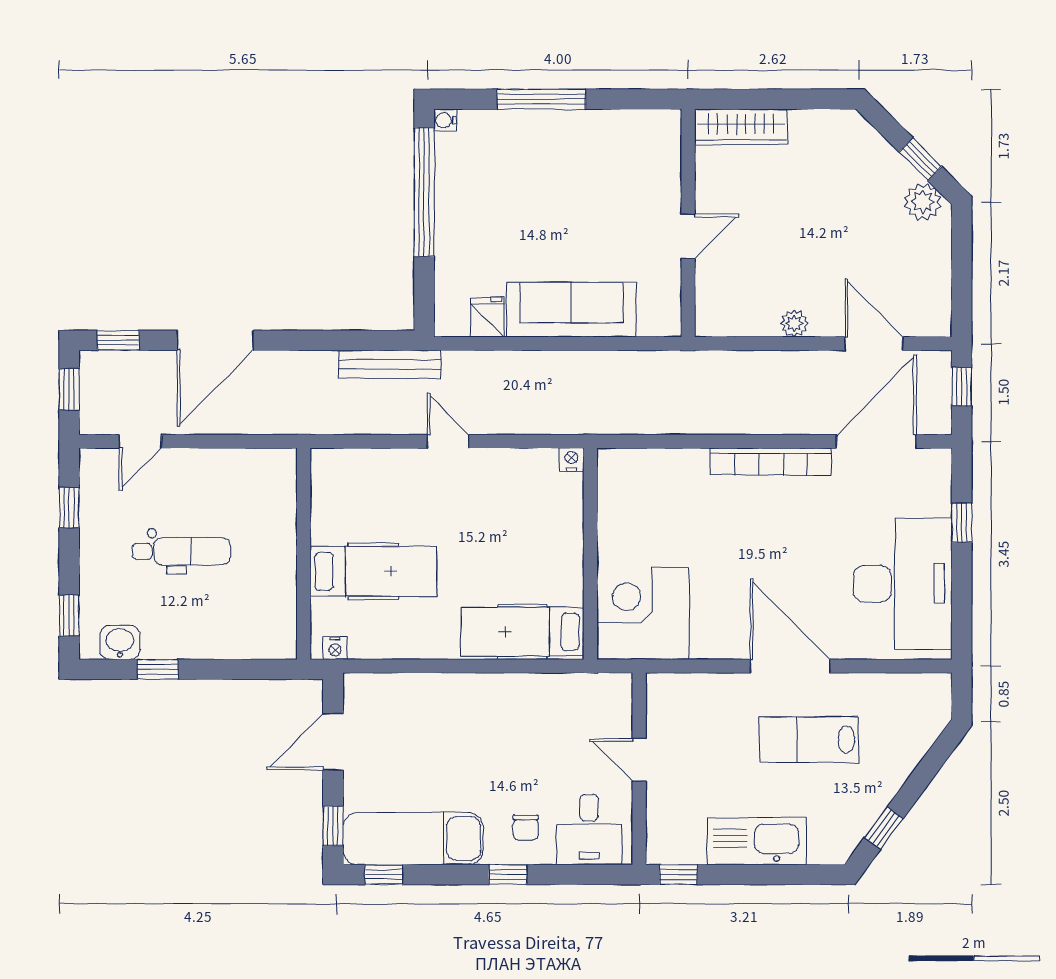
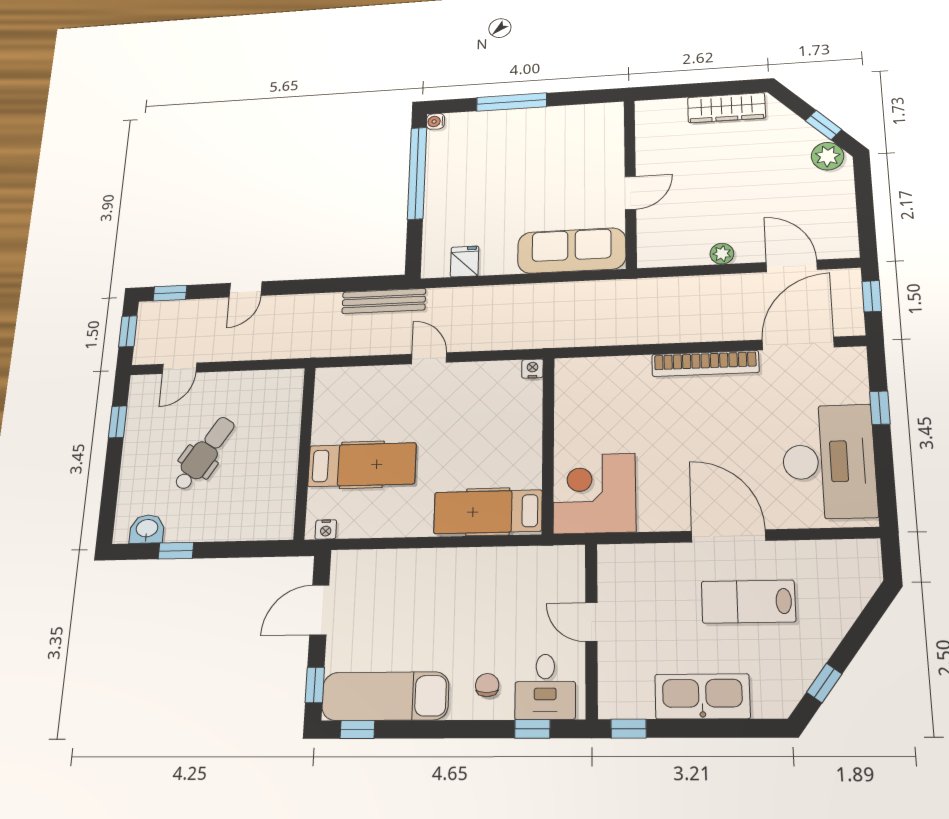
wardrobe: (741, 127) -> (726, 108), moved
sofa: (571, 310) -> (572, 251), moved
door: (215, 340) -> (246, 289), width x0.53
dental chair: (181, 551) -> (204, 453), turned -57
window: (69, 616) -> (108, 508), removed
chair: (526, 827) -> (487, 685), turned 180
window: (508, 875) -> (532, 729), moved

